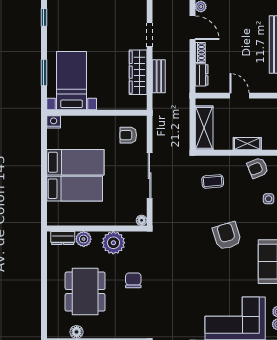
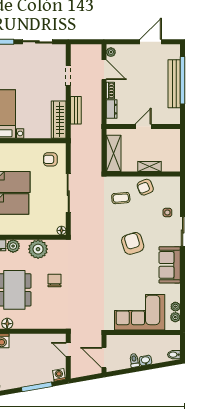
wardrobe: (138, 72) -> (59, 120), moved
door: (240, 96) -> (143, 126), hinge flipped
armchair: (258, 168) -> (145, 187), moved

